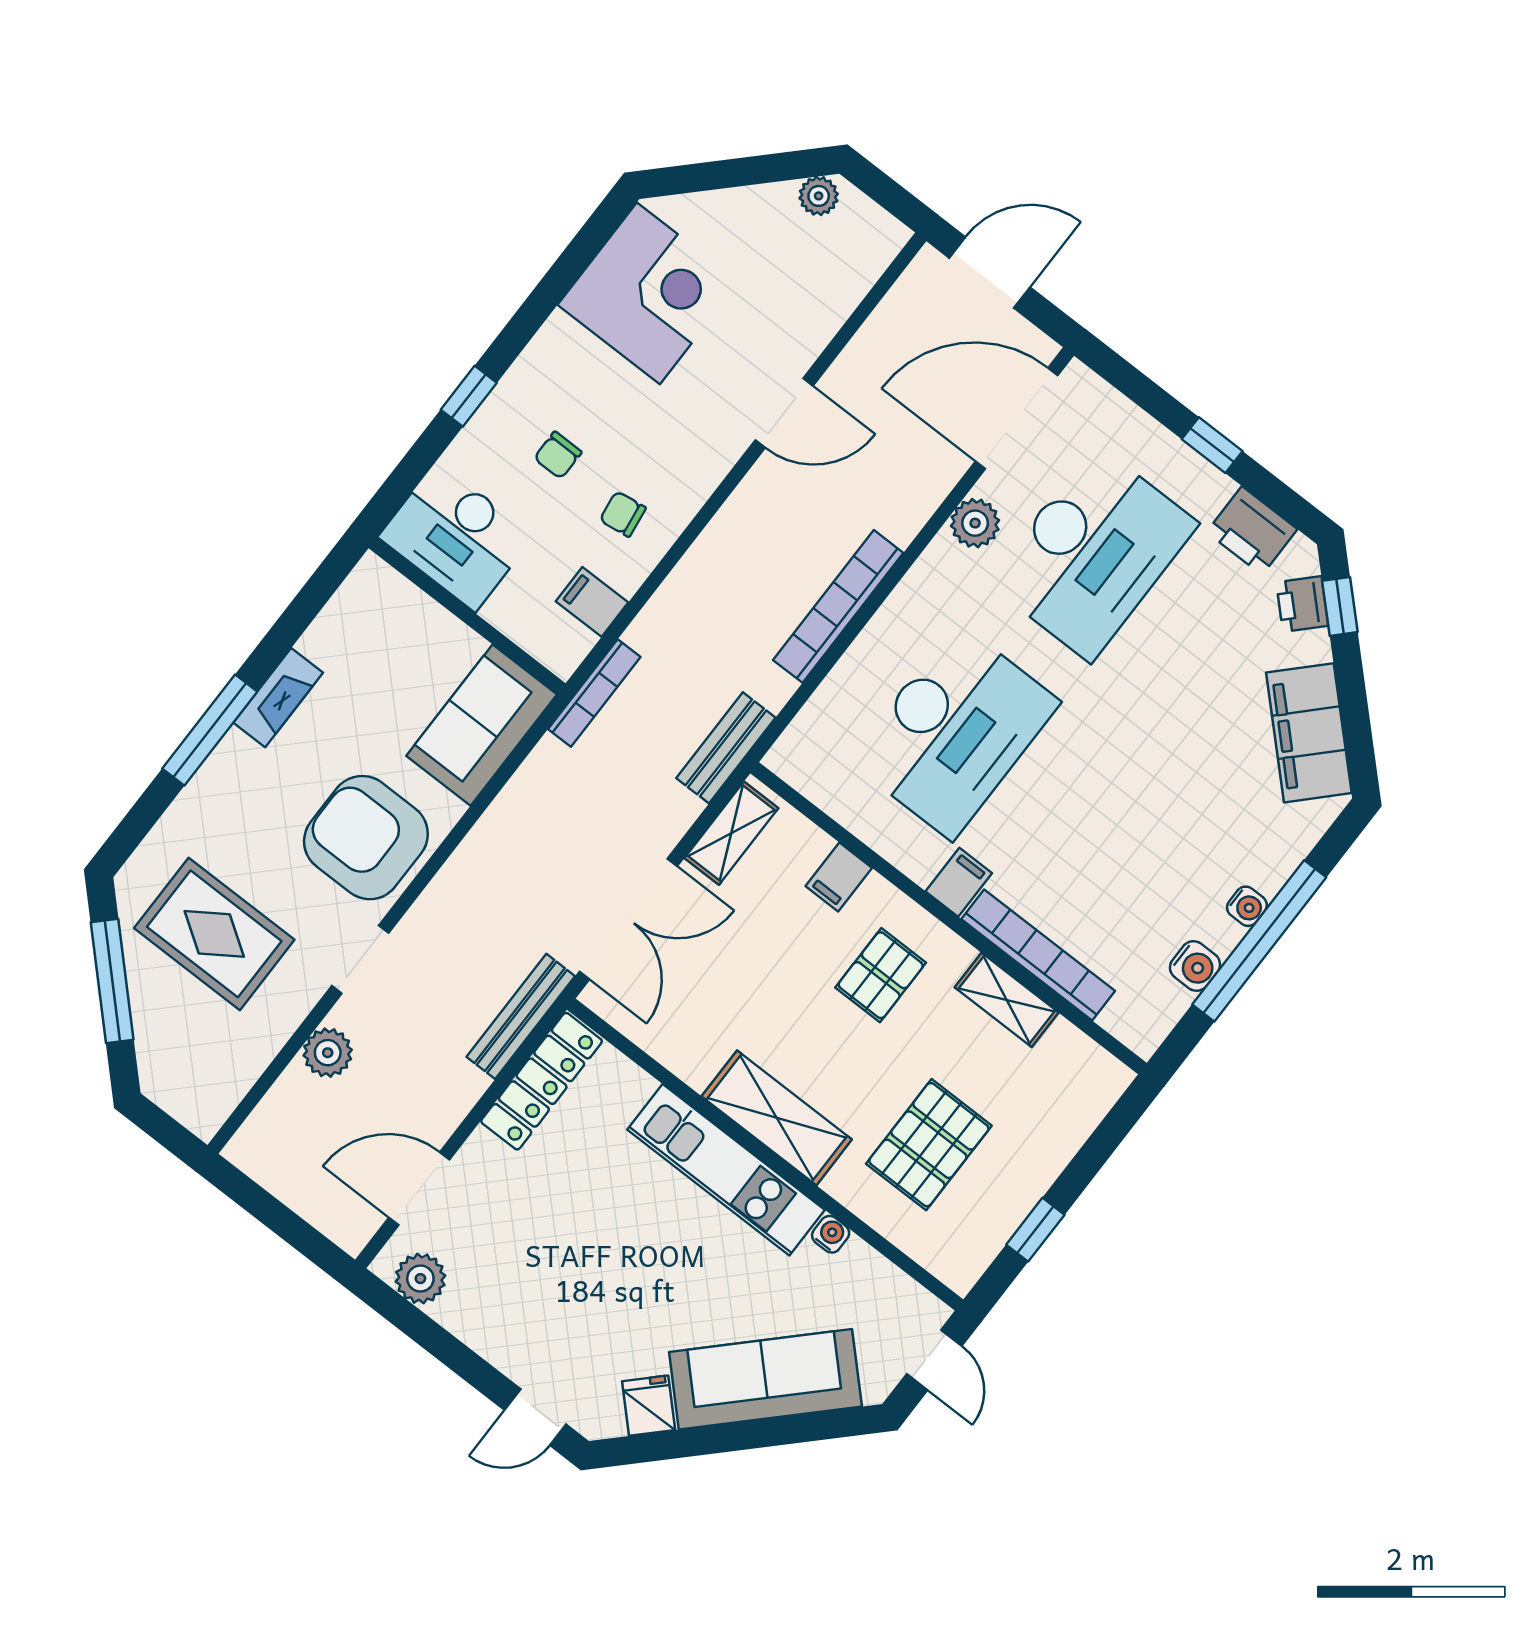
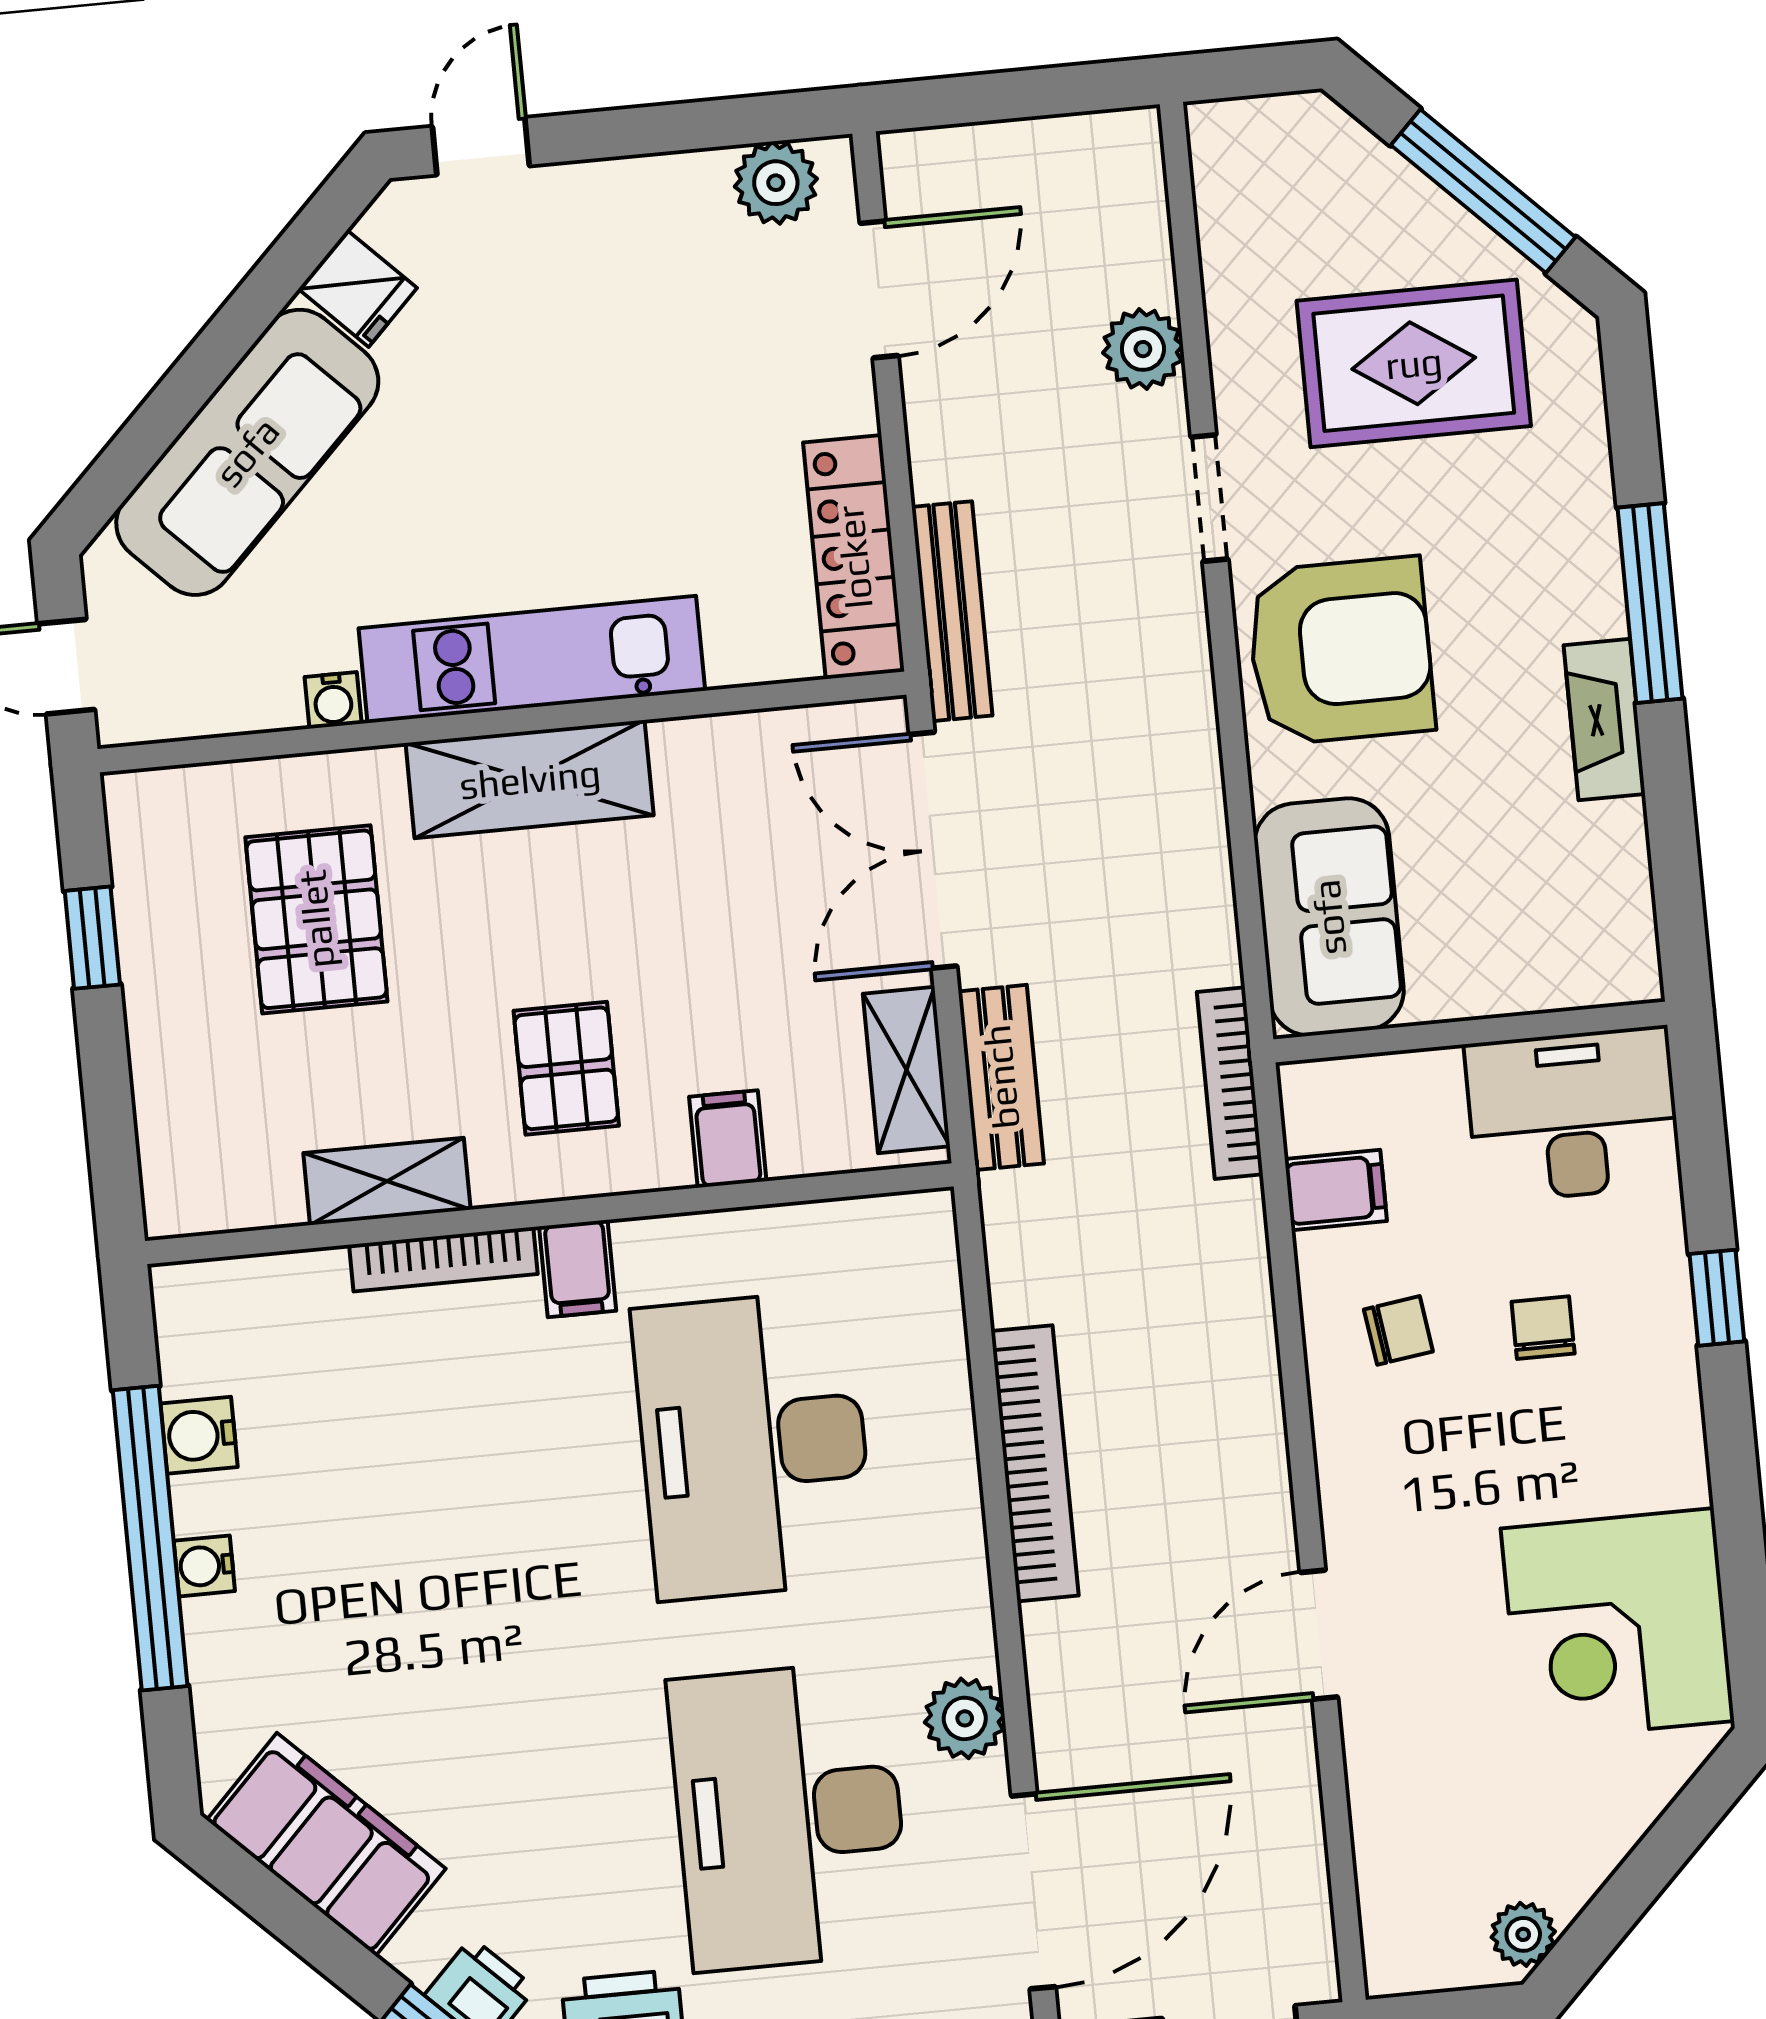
bench: (726, 748) -> (1001, 1077), moved
bookcase: (1038, 955) -> (443, 1259), width x0.68, depth x0.76

